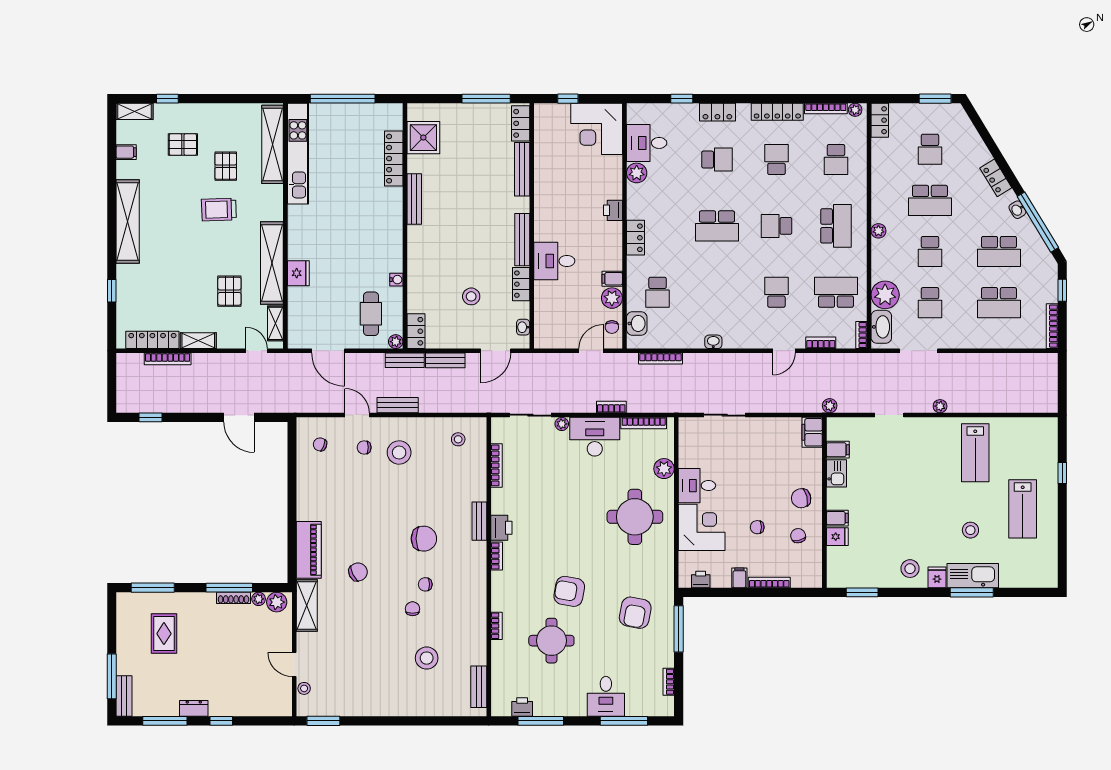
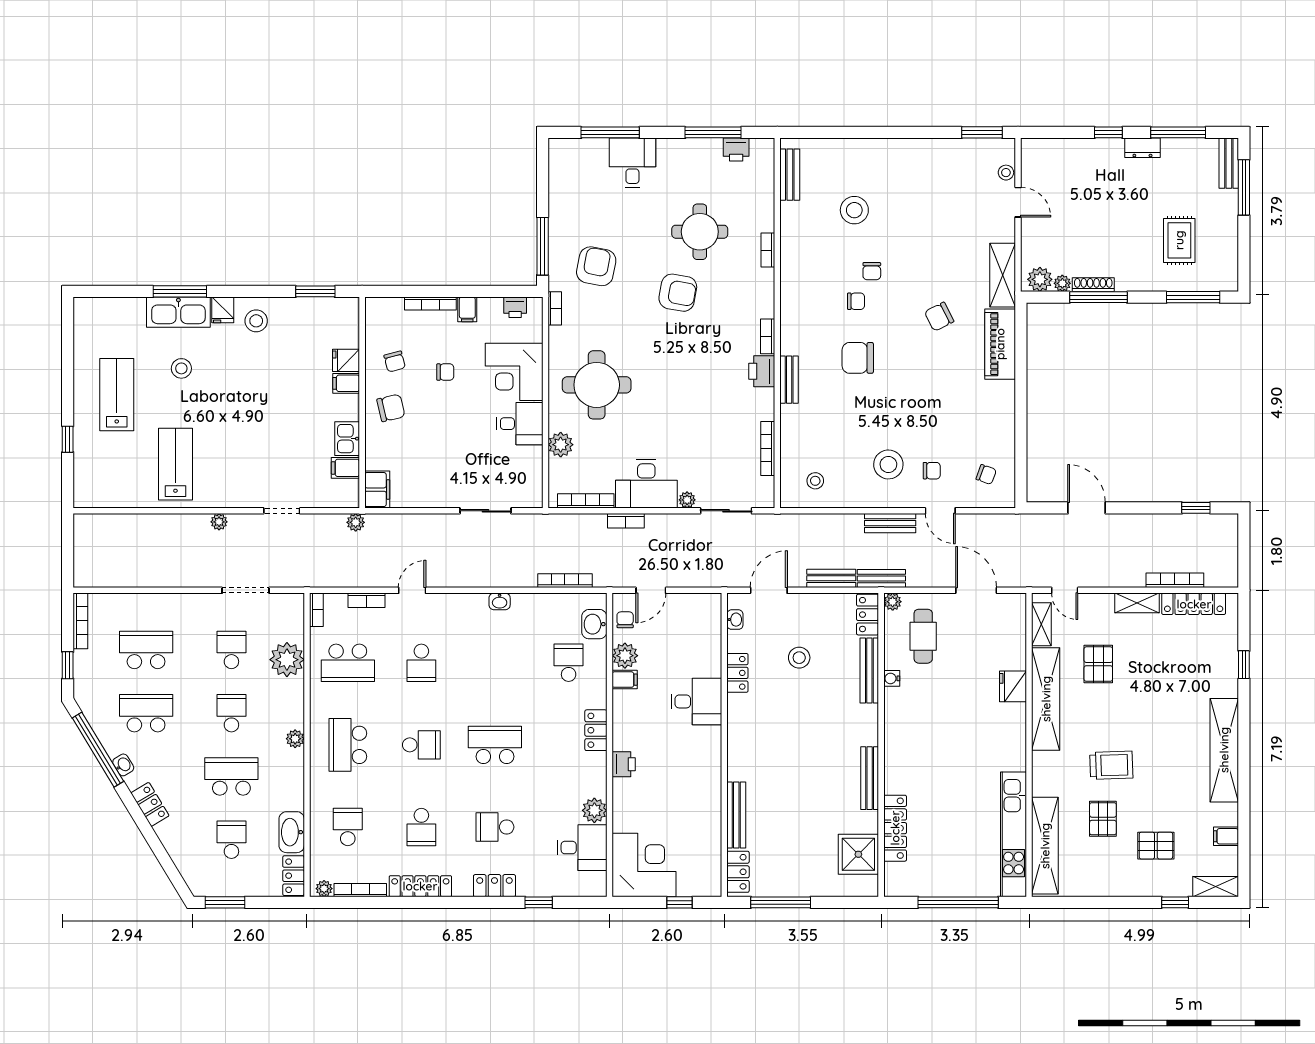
bench: (522, 240) -> (869, 671), moved
washbasin: (881, 327) -> (292, 832), moved
bookcase: (669, 682) -> (555, 308), moved

